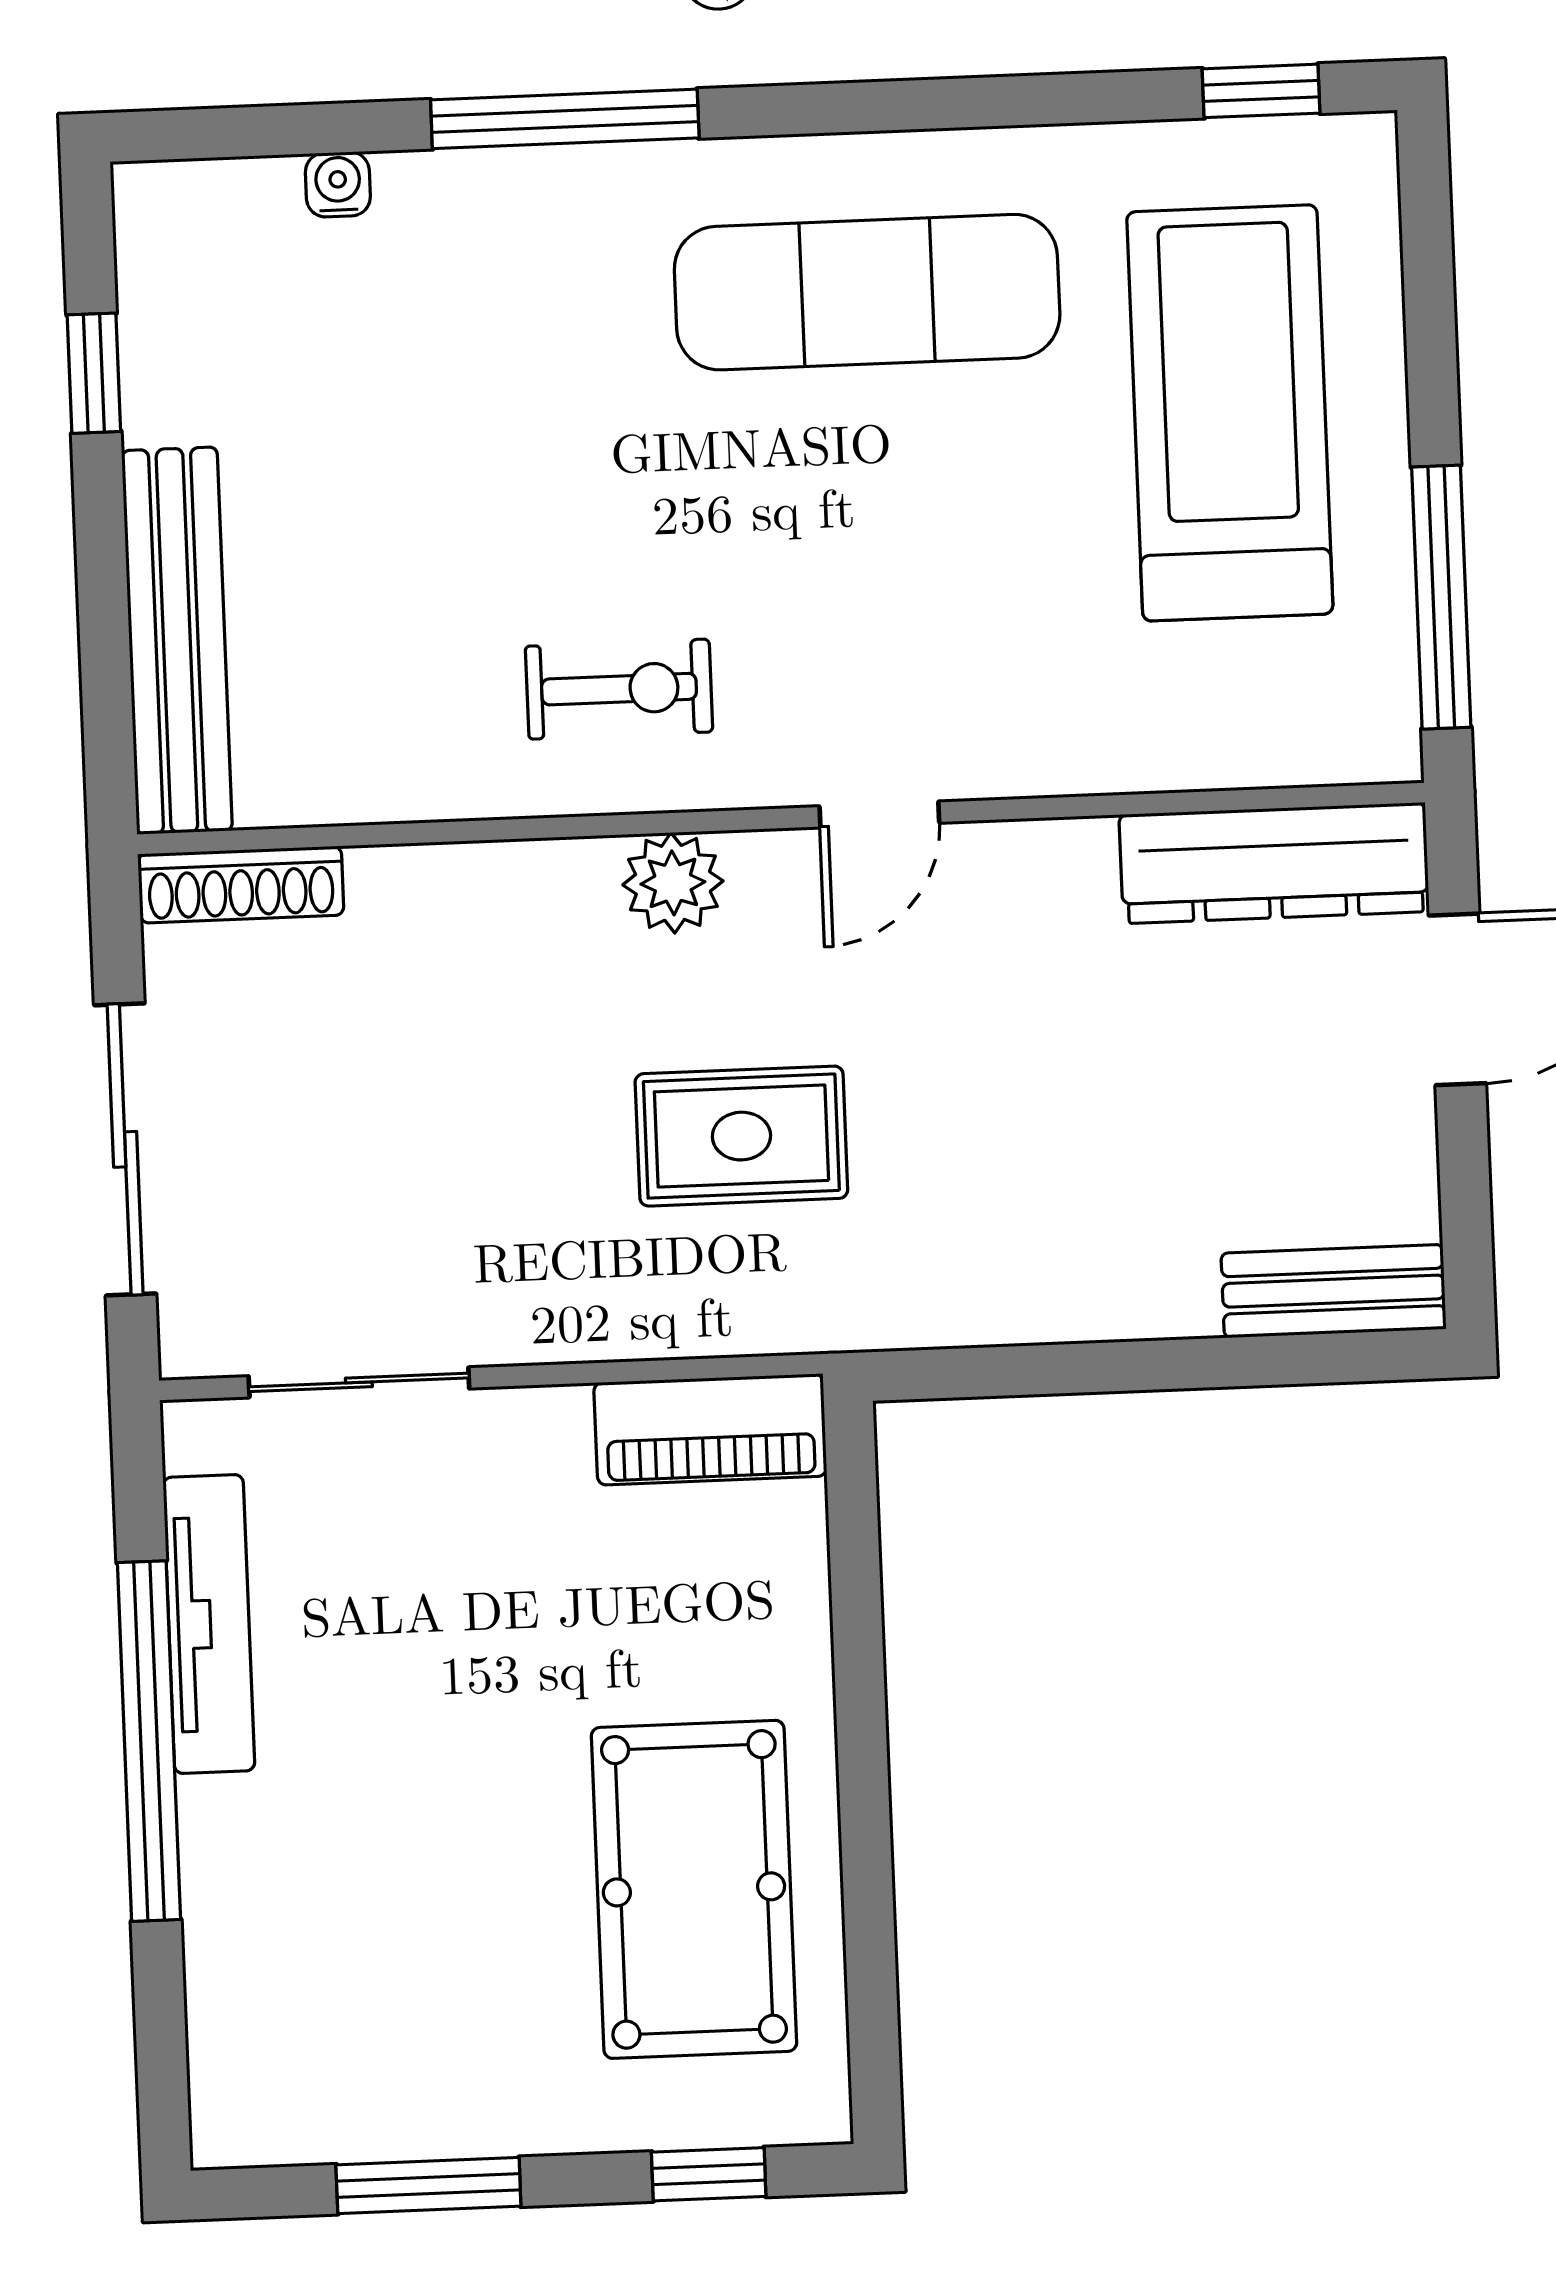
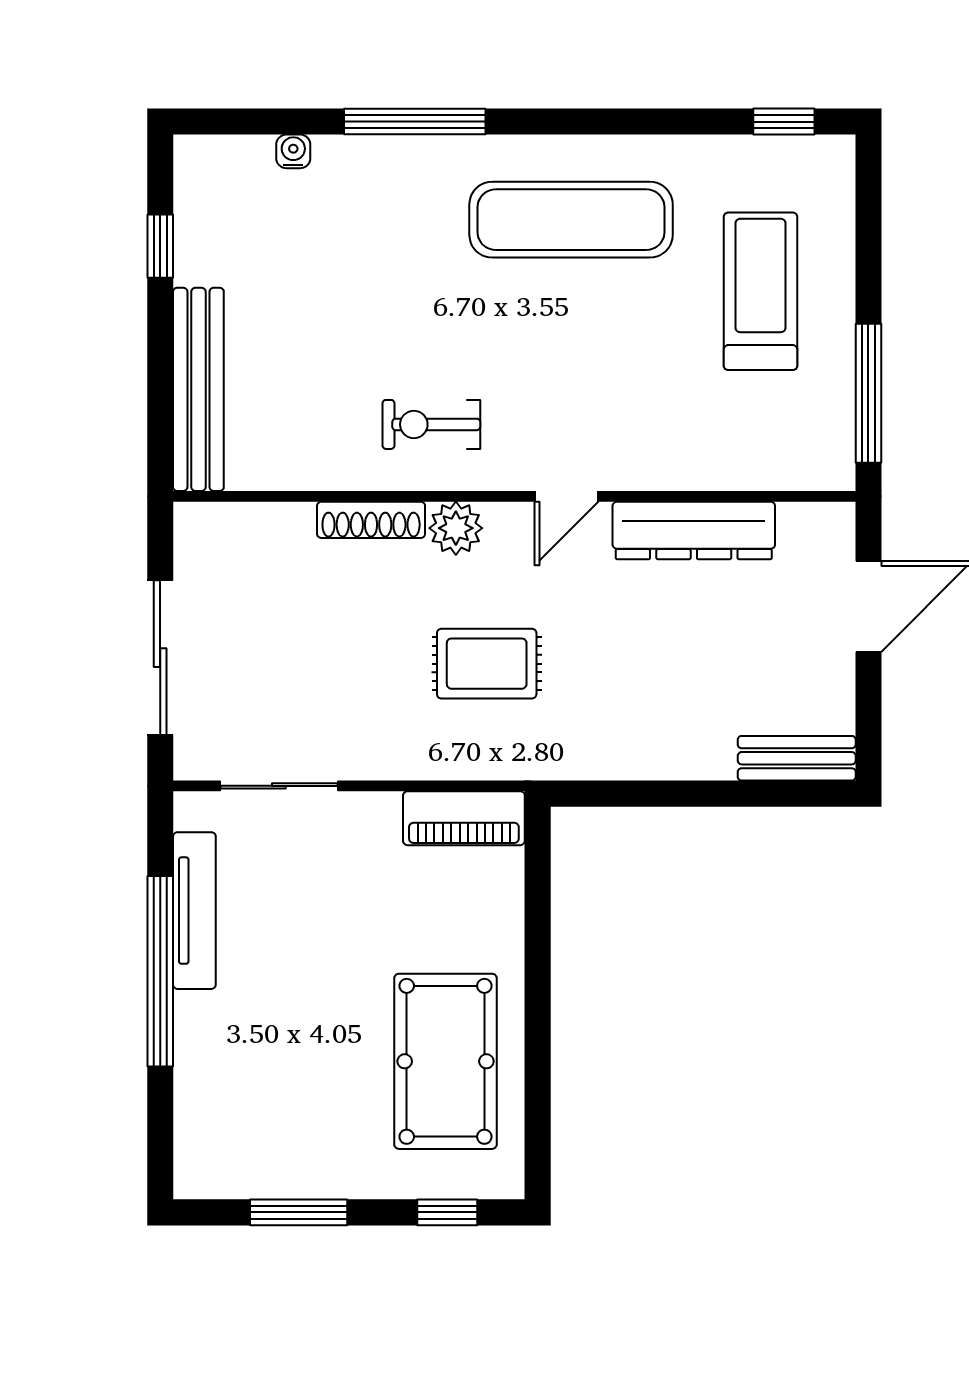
treadmill: (1230, 413) -> (761, 291), width x0.73, depth x0.73
exercise bike: (619, 689) -> (431, 424), turned 180
dresser: (1274, 863) -> (694, 530), moved
shoe rack: (241, 885) -> (371, 520), moved

